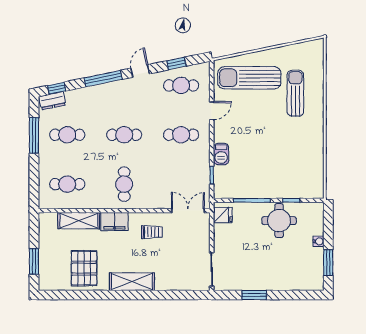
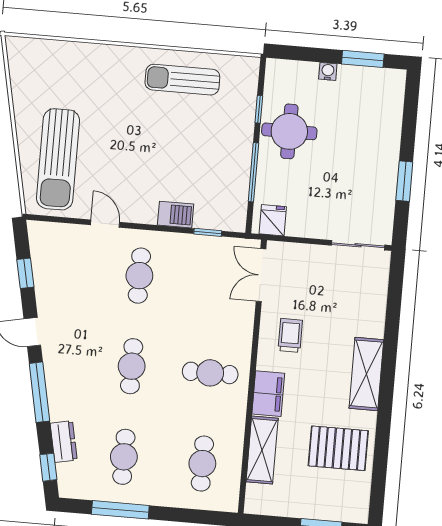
cafe table: (181, 85) -> (61, 269), removed
sun lounger: (295, 93) -> (182, 80), moved
dresser: (52, 101) -> (64, 442), moved

